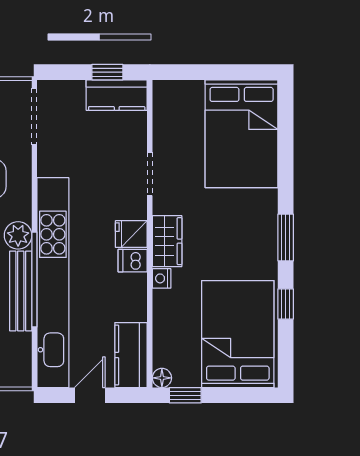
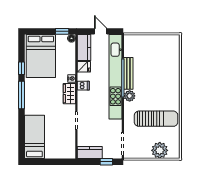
window: (107, 72) -> (106, 162), moved
bed: (242, 134) -> (34, 137), width x0.67
fridge: (131, 234) -> (84, 67), moved
window: (286, 237) -> (22, 95), width x1.44
door: (90, 395) -> (101, 31), swing flipped

